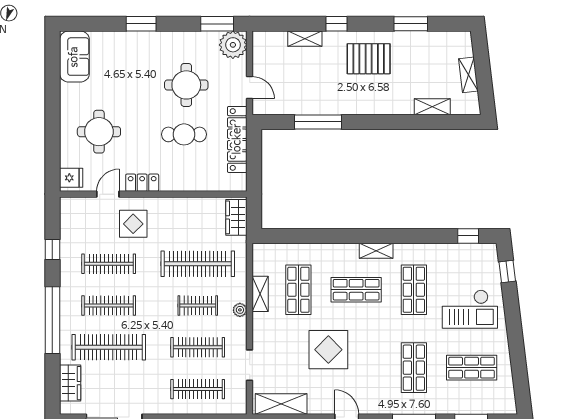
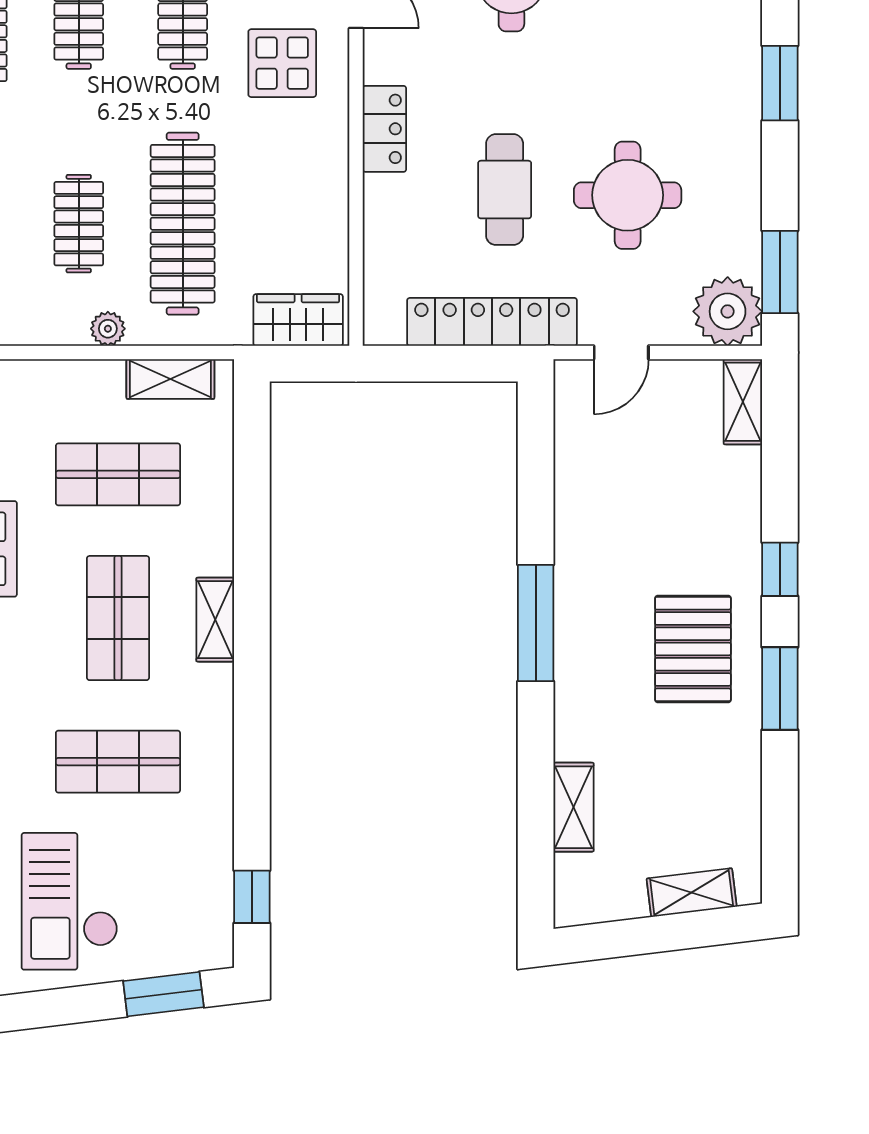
window: (411, 24) -> (780, 688), moved
shelving: (305, 39) -> (743, 402), moved
shelving: (468, 75) -> (692, 893), moved
window: (318, 122) -> (536, 623), moved
locker: (142, 183) -> (384, 129), moved
shelving: (376, 251) -> (215, 620), moved
window: (507, 271) -> (163, 994), width x1.50
shelving: (260, 294) -> (170, 379), moved
plant: (240, 310) -> (108, 329), moved

